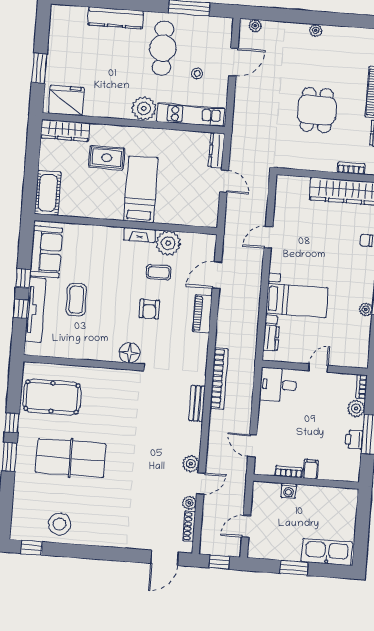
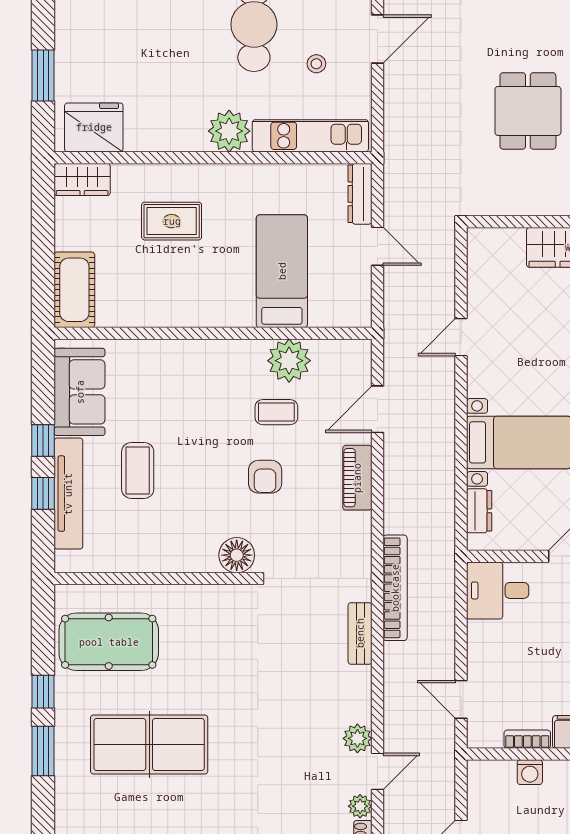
wardrobe: (65, 130) -> (82, 179), width x0.67
bed: (141, 189) -> (282, 271), moved
fireplace: (139, 235) -> (238, 350), removed

